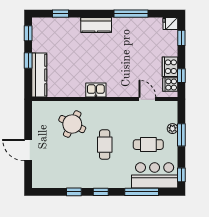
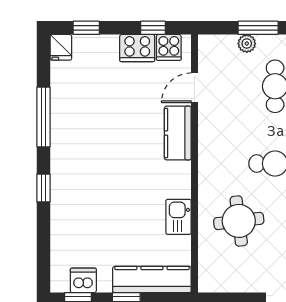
window: (61, 14) -> (43, 188), moved
kitchen counter: (96, 25) -> (178, 133), moved, turned 180
dishwasher: (39, 36) -> (83, 280), added
kitchen sink: (96, 90) -> (179, 217), moved
round table: (72, 124) -> (239, 221), turned -34

